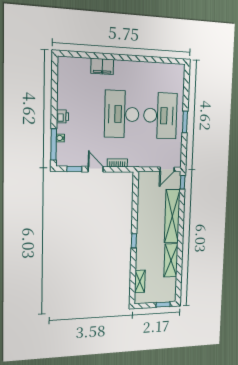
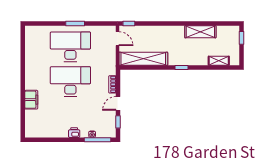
desk: (122, 114) -> (70, 82), turned 180
shelving: (172, 216) -> (143, 59), moved

